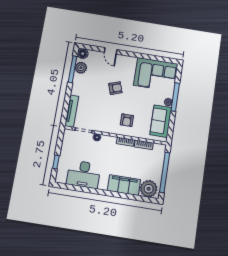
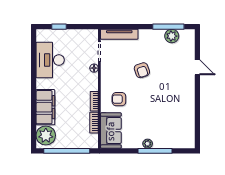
door: (111, 51) -> (197, 67), swing flipped
floor lamp: (83, 54) -> (189, 35), removed
corner sofa: (156, 74) -> (178, 124), removed
armchair: (115, 88) -> (142, 70), moved
sofa: (161, 121) -> (111, 131), moved, turned 90

